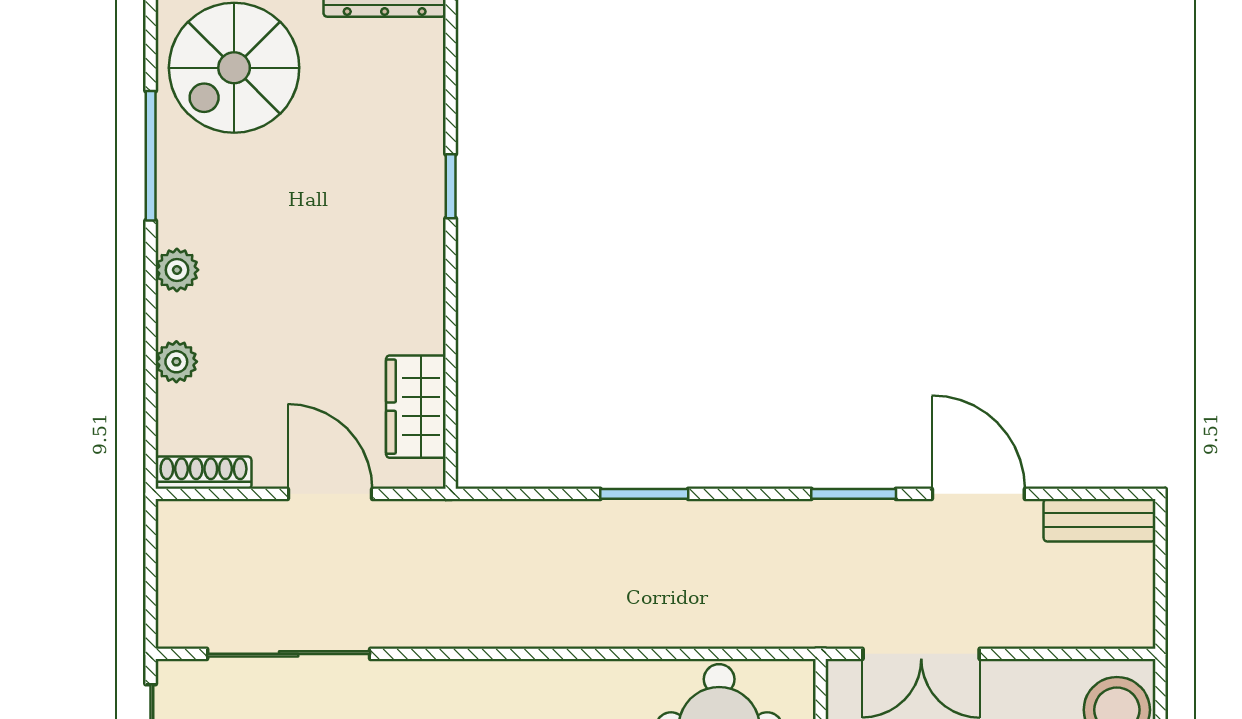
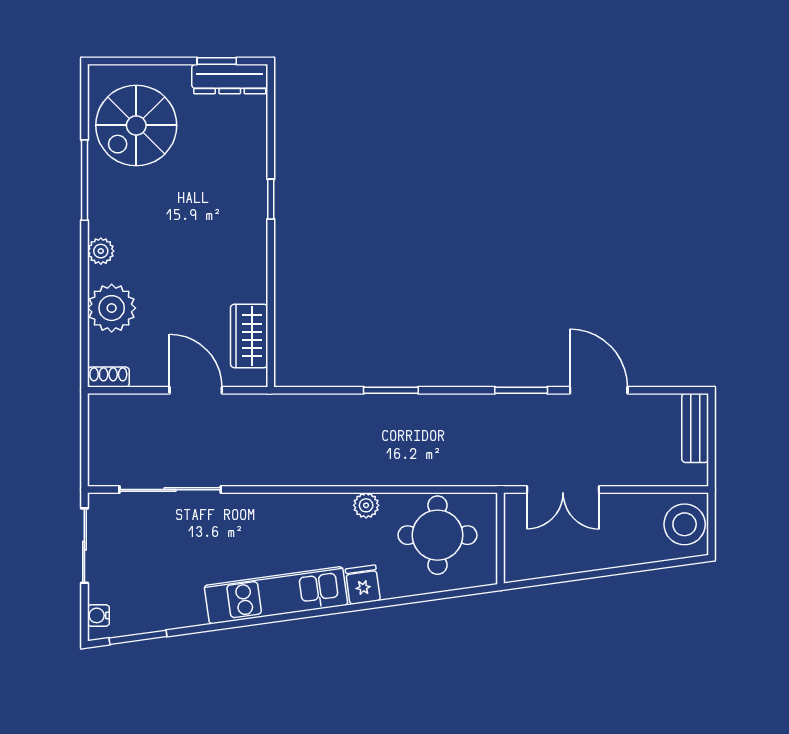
plant: (176, 362) -> (112, 308), width x1.88, depth x1.88
shoe rack: (203, 473) -> (108, 377), width x0.70
bench: (1100, 520) -> (695, 428), moved, turned 90
plant: (604, 679) -> (366, 505), added

